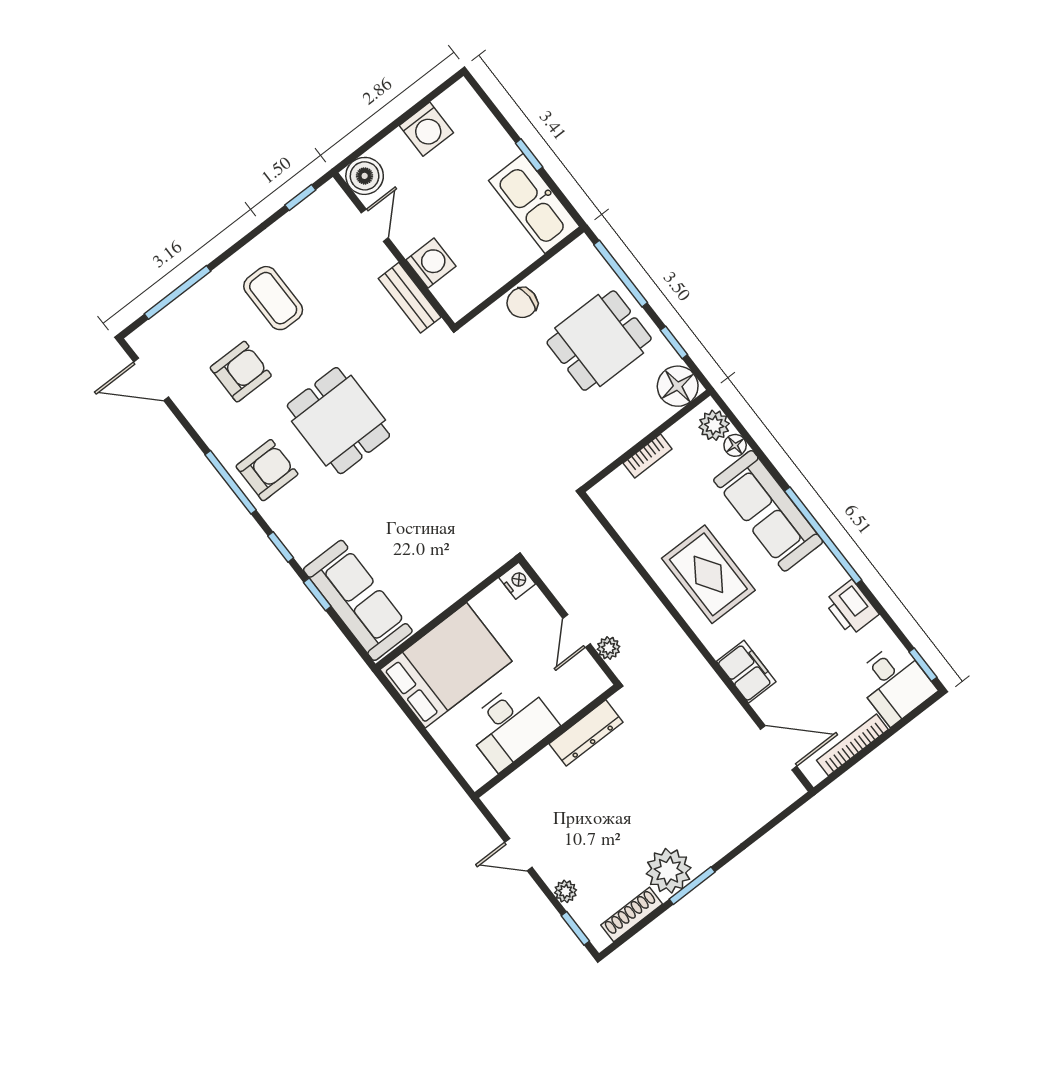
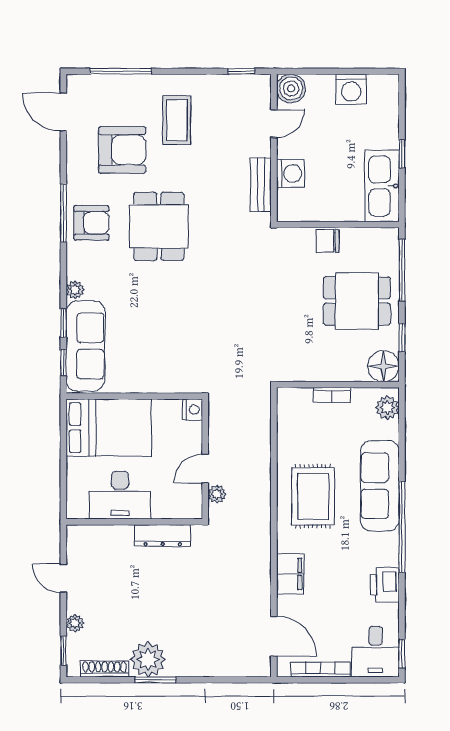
armchair: (241, 372) -> (122, 150), width x1.36, depth x1.36
floor lamp: (735, 445) -> (391, 430), removed
window: (281, 547) -> (63, 362), moved
plant: (303, 551) -> (75, 290), added

